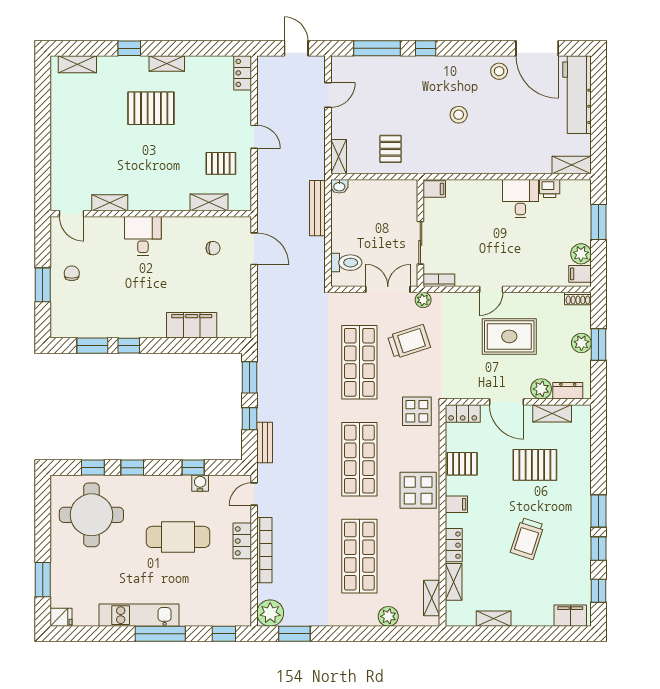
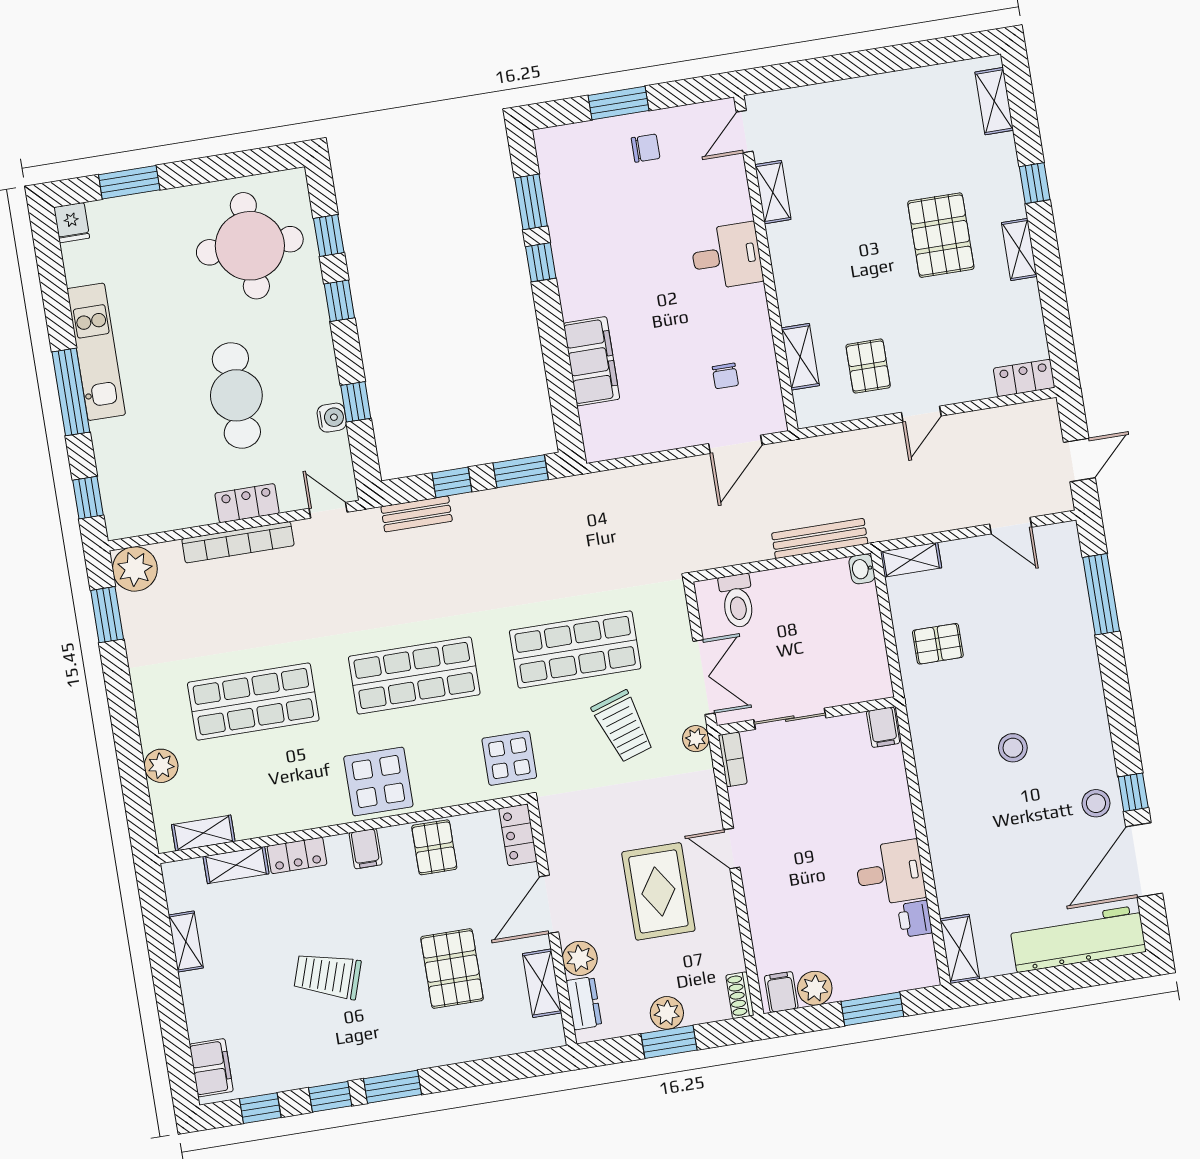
window: (426, 48) -> (1133, 792), moved

